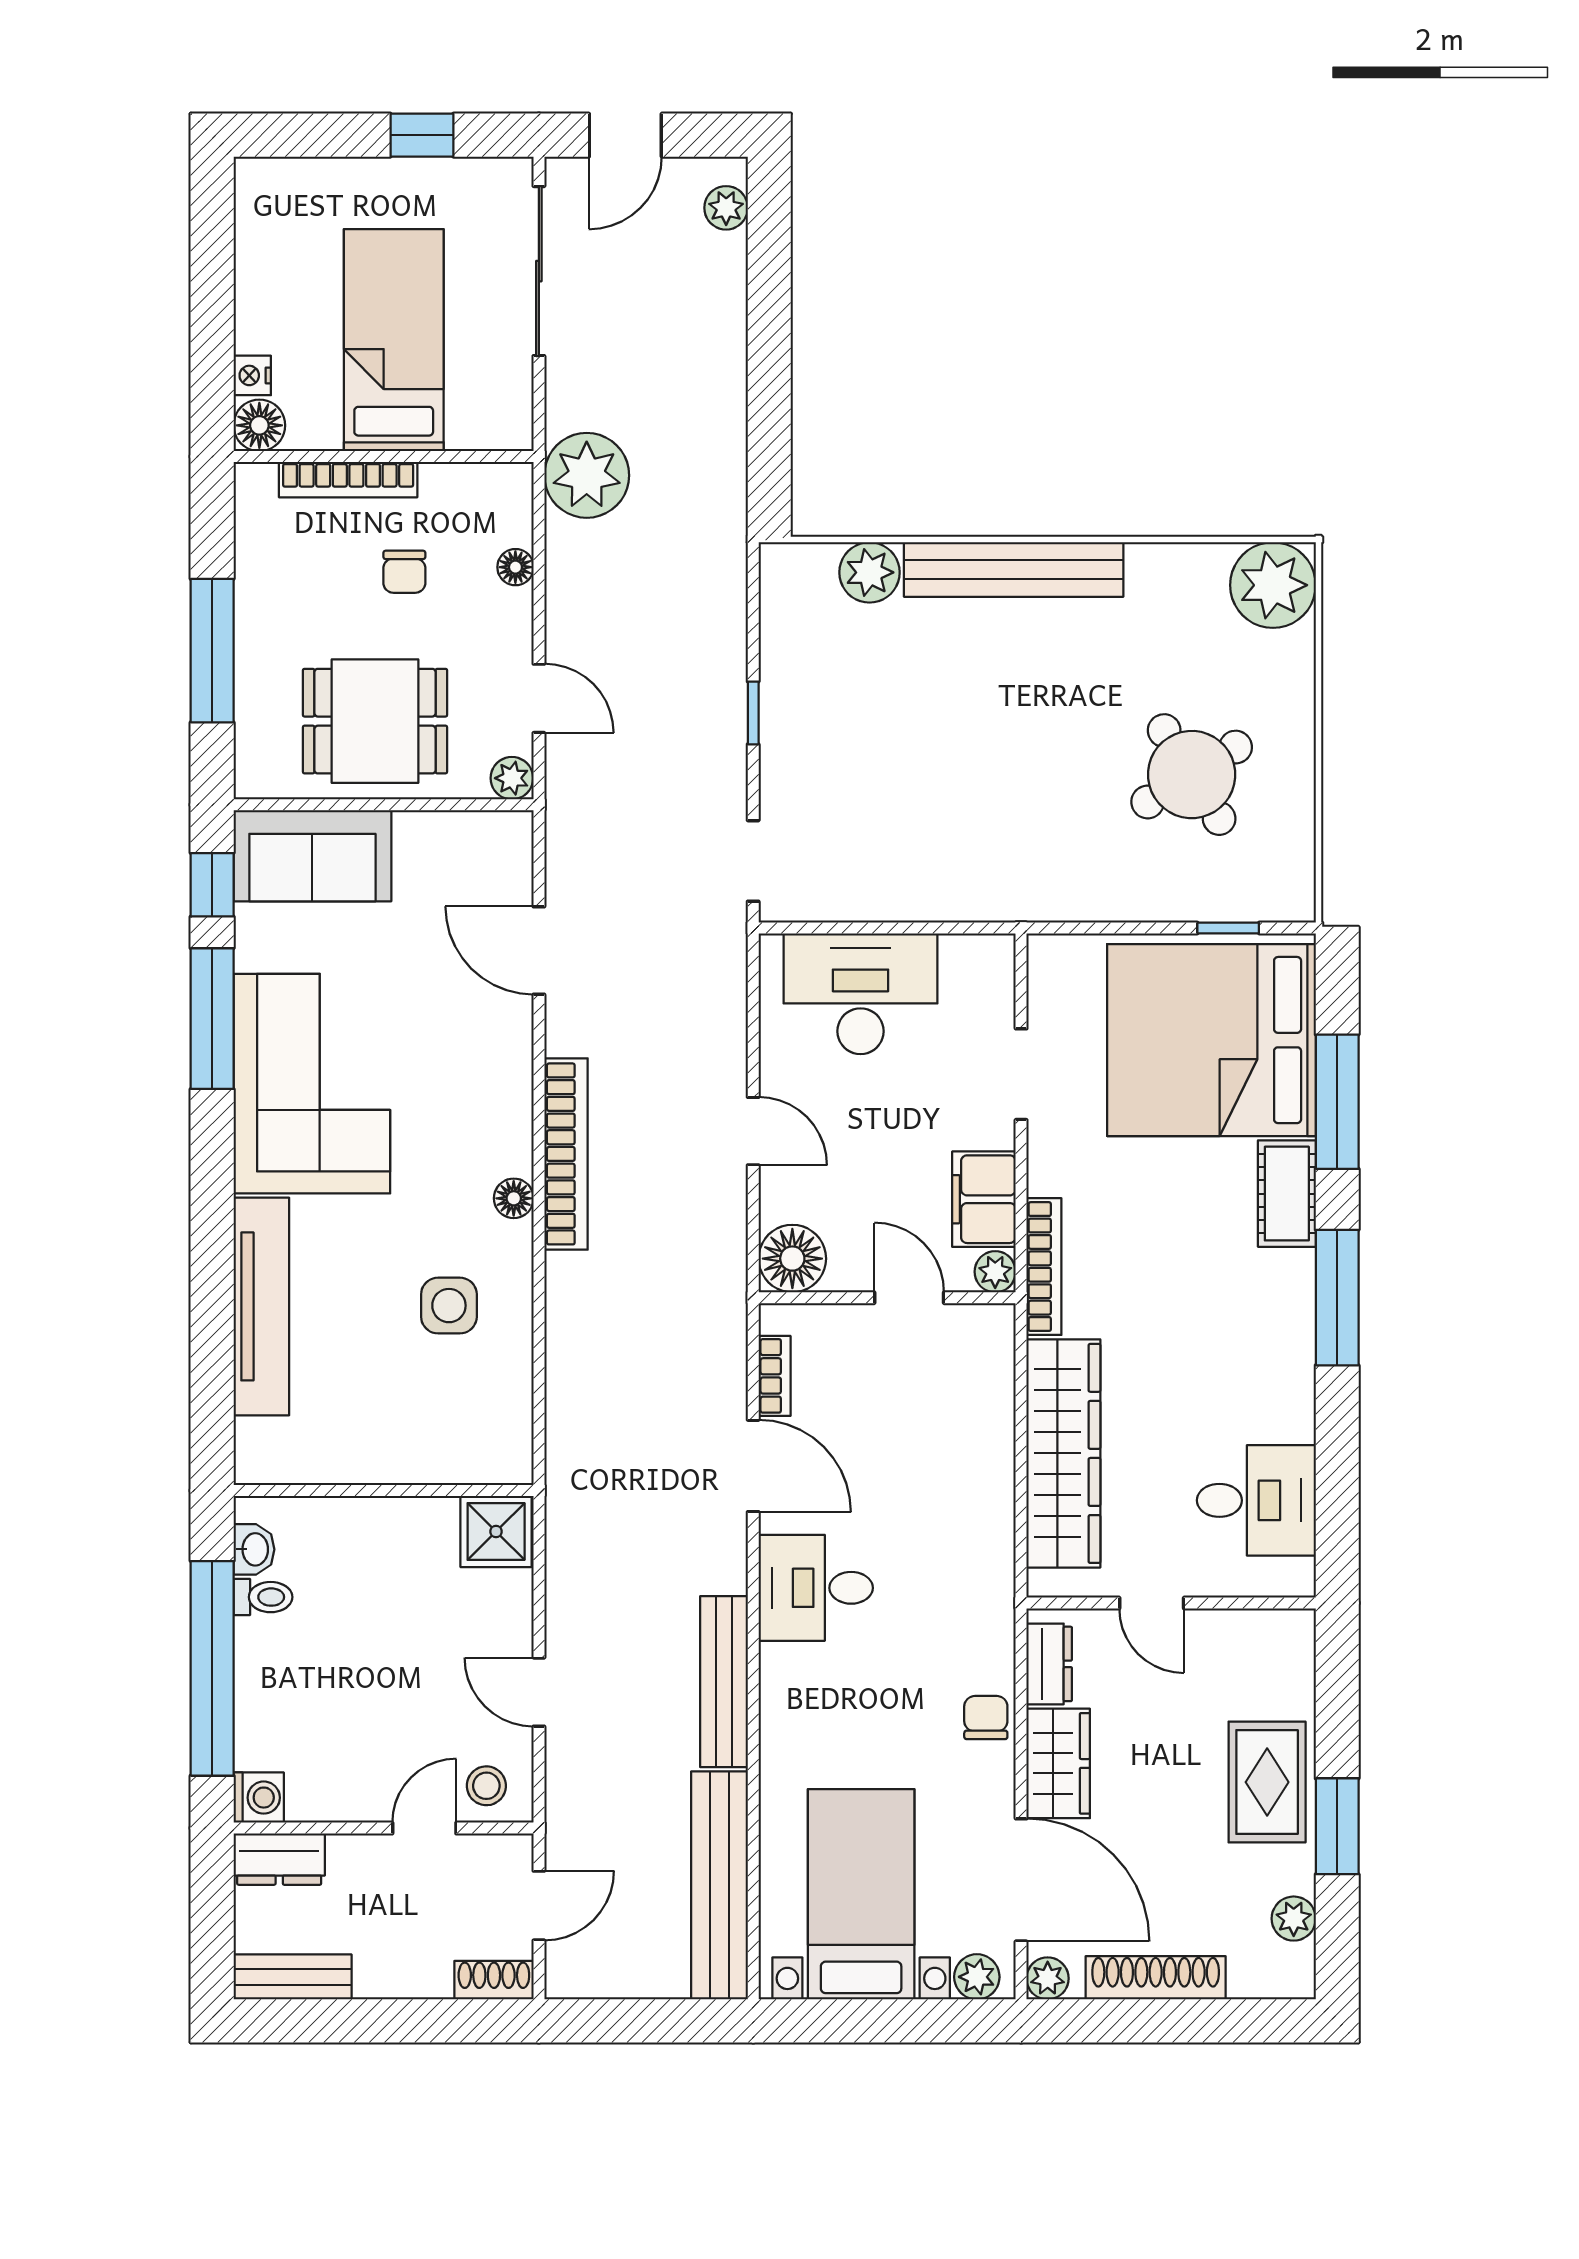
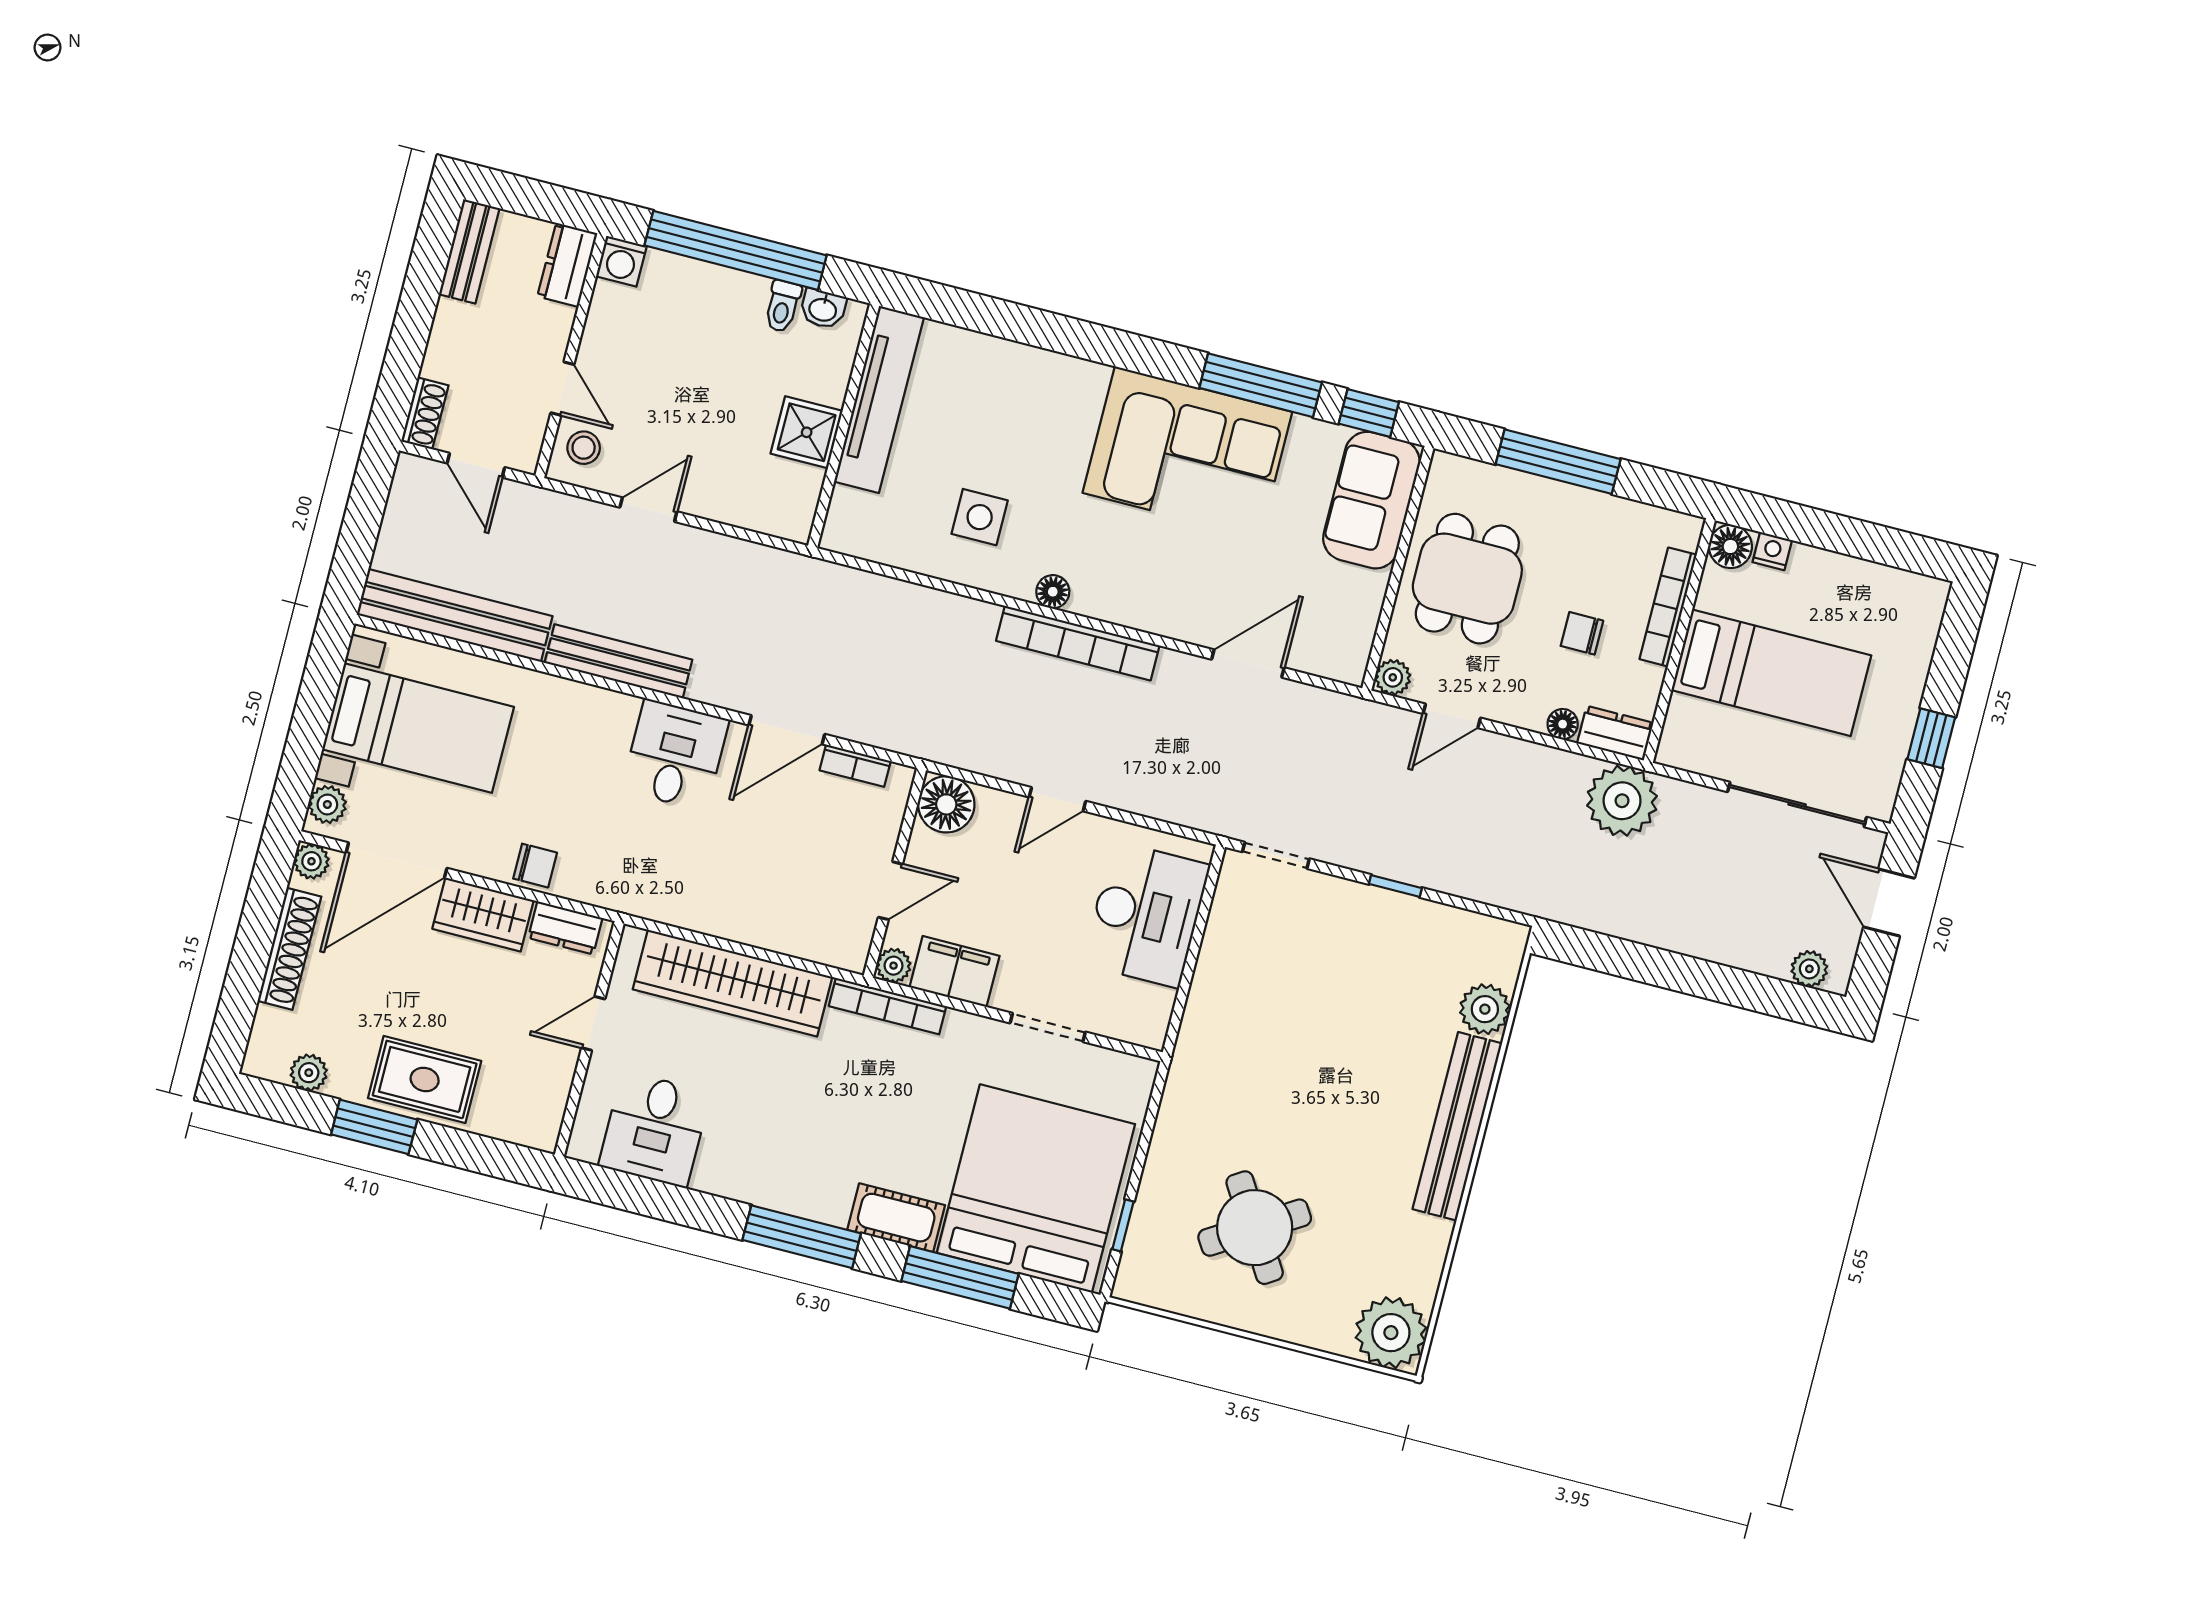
dresser: (510, 503) -> (1615, 733), added
tv unit: (261, 1306) -> (879, 399), moved, turned -90
shower: (496, 1531) -> (807, 432), moved

